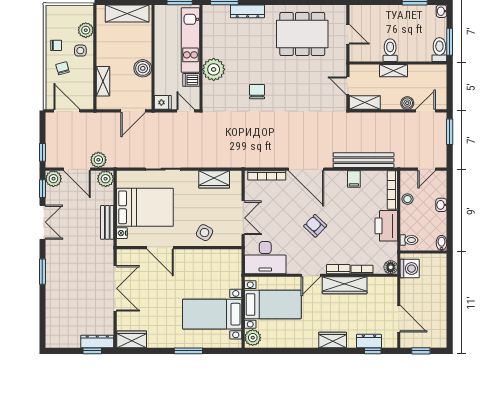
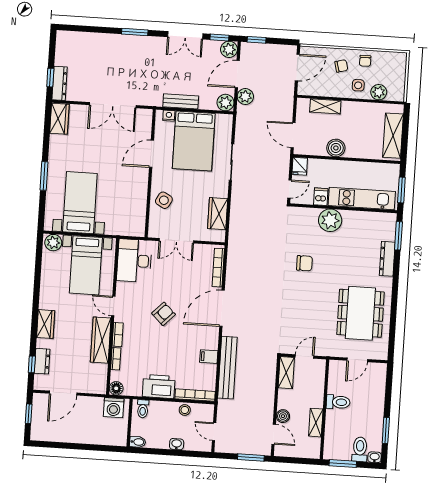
toilet: (439, 50) -> (360, 449), moved, turned -90
shelving: (393, 71) -> (316, 423), moved

